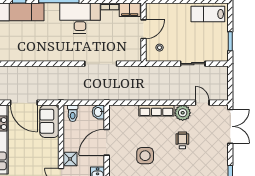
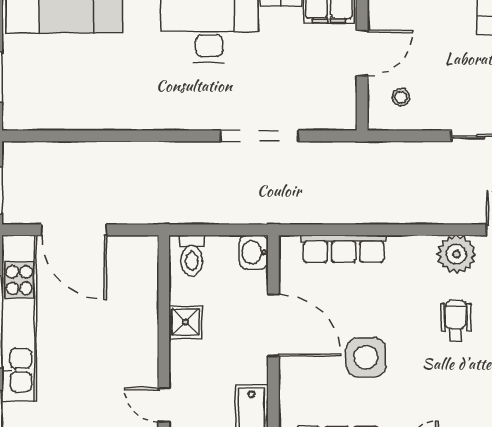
row of seats: (156, 111) -> (344, 249), moved
sofa: (49, 121) -> (136, 275), removed
door: (107, 142) -> (273, 325), swing flipped
shower: (70, 159) -> (186, 322), moved

